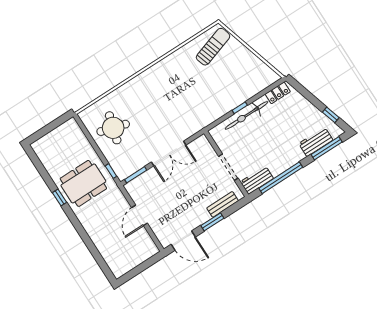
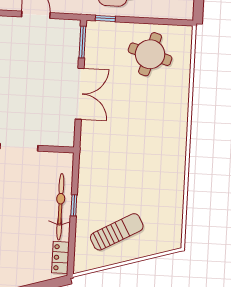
sun lounger: (213, 47) -> (117, 232), moved, turned -101
double door: (169, 154) -> (80, 94), swing flipped

